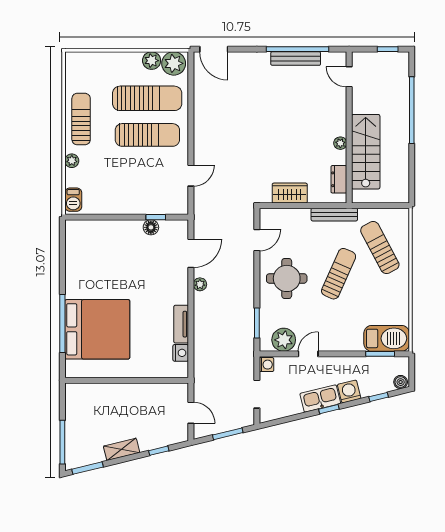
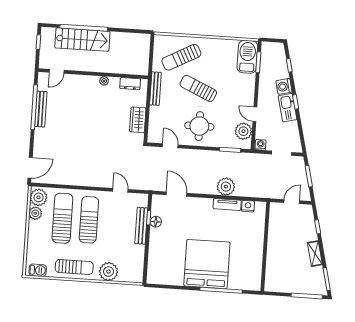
sun lounger: (81, 119) -> (74, 267), turned 180
stairs: (366, 152) -> (82, 40), moved, turned 180
plant: (72, 161) -> (109, 272), width x1.88, depth x1.88
barbecue: (73, 200) -> (38, 270), moved
bench: (144, 208) -> (141, 226), added
plant: (200, 284) -> (226, 187), moved, width x1.87, depth x1.87
bed: (97, 329) -> (207, 264), moved
boiler: (401, 382) -> (280, 49), removed

